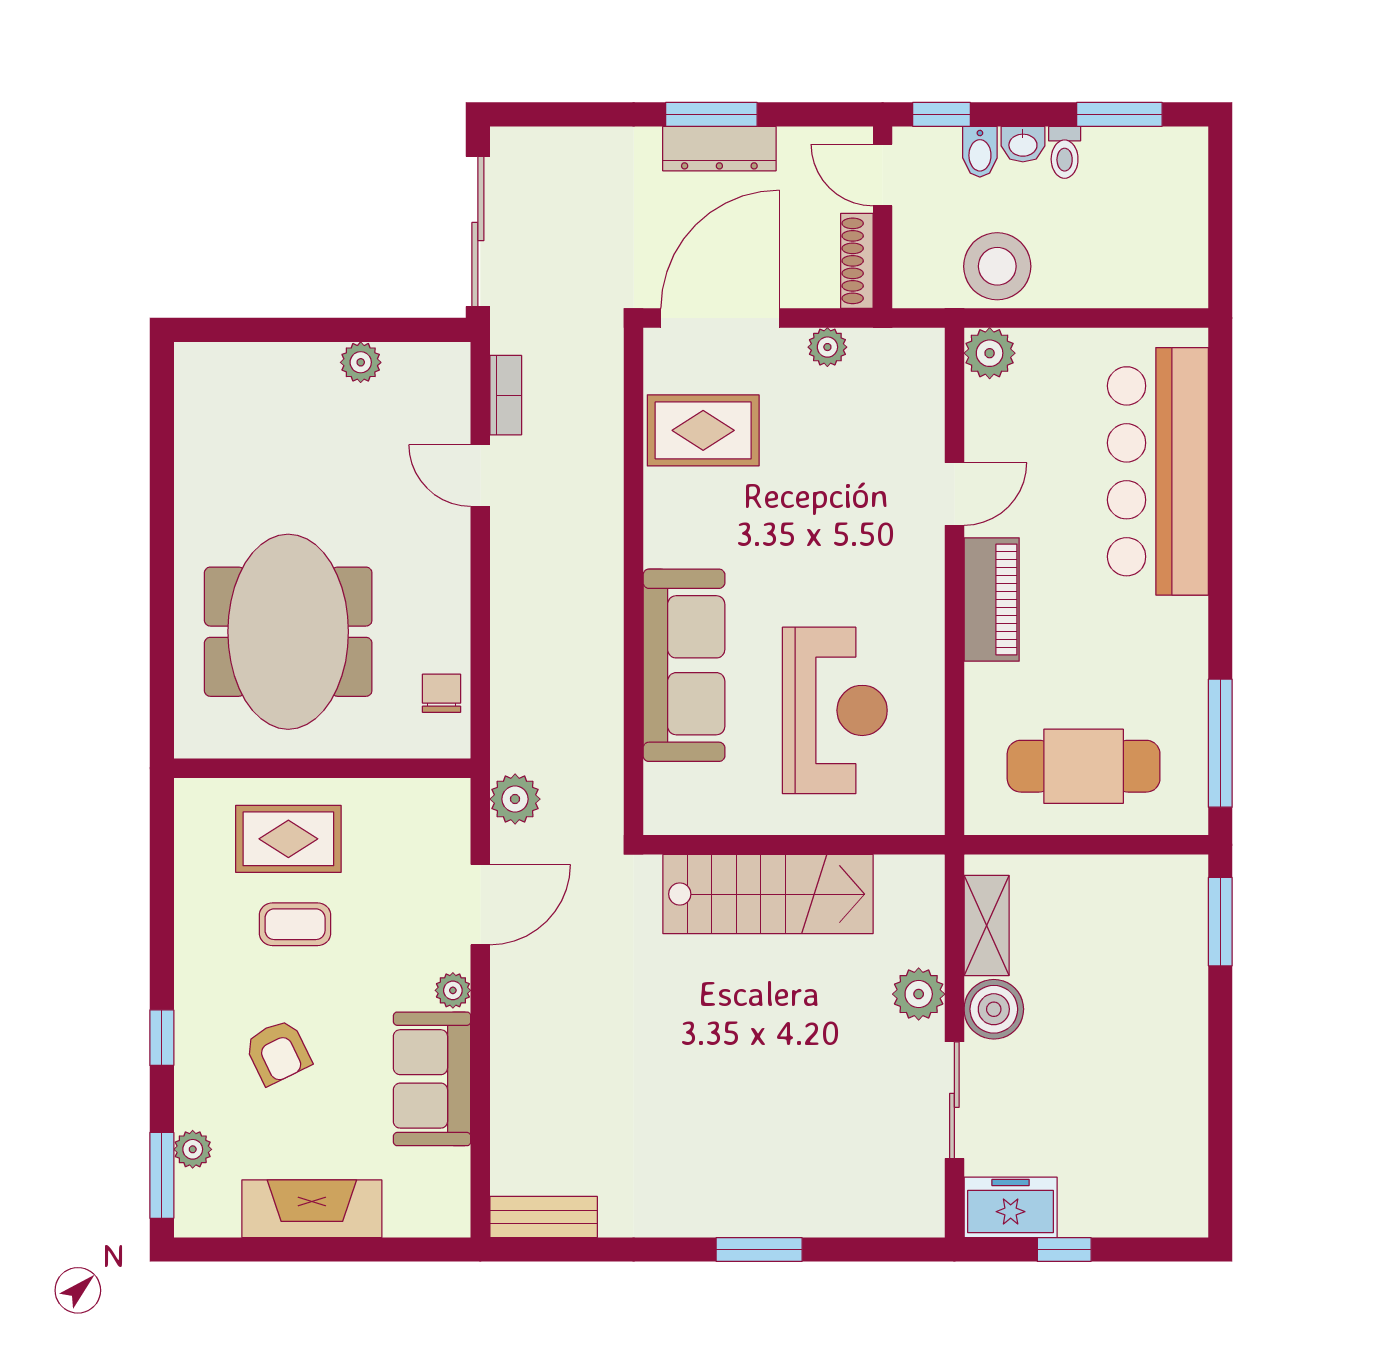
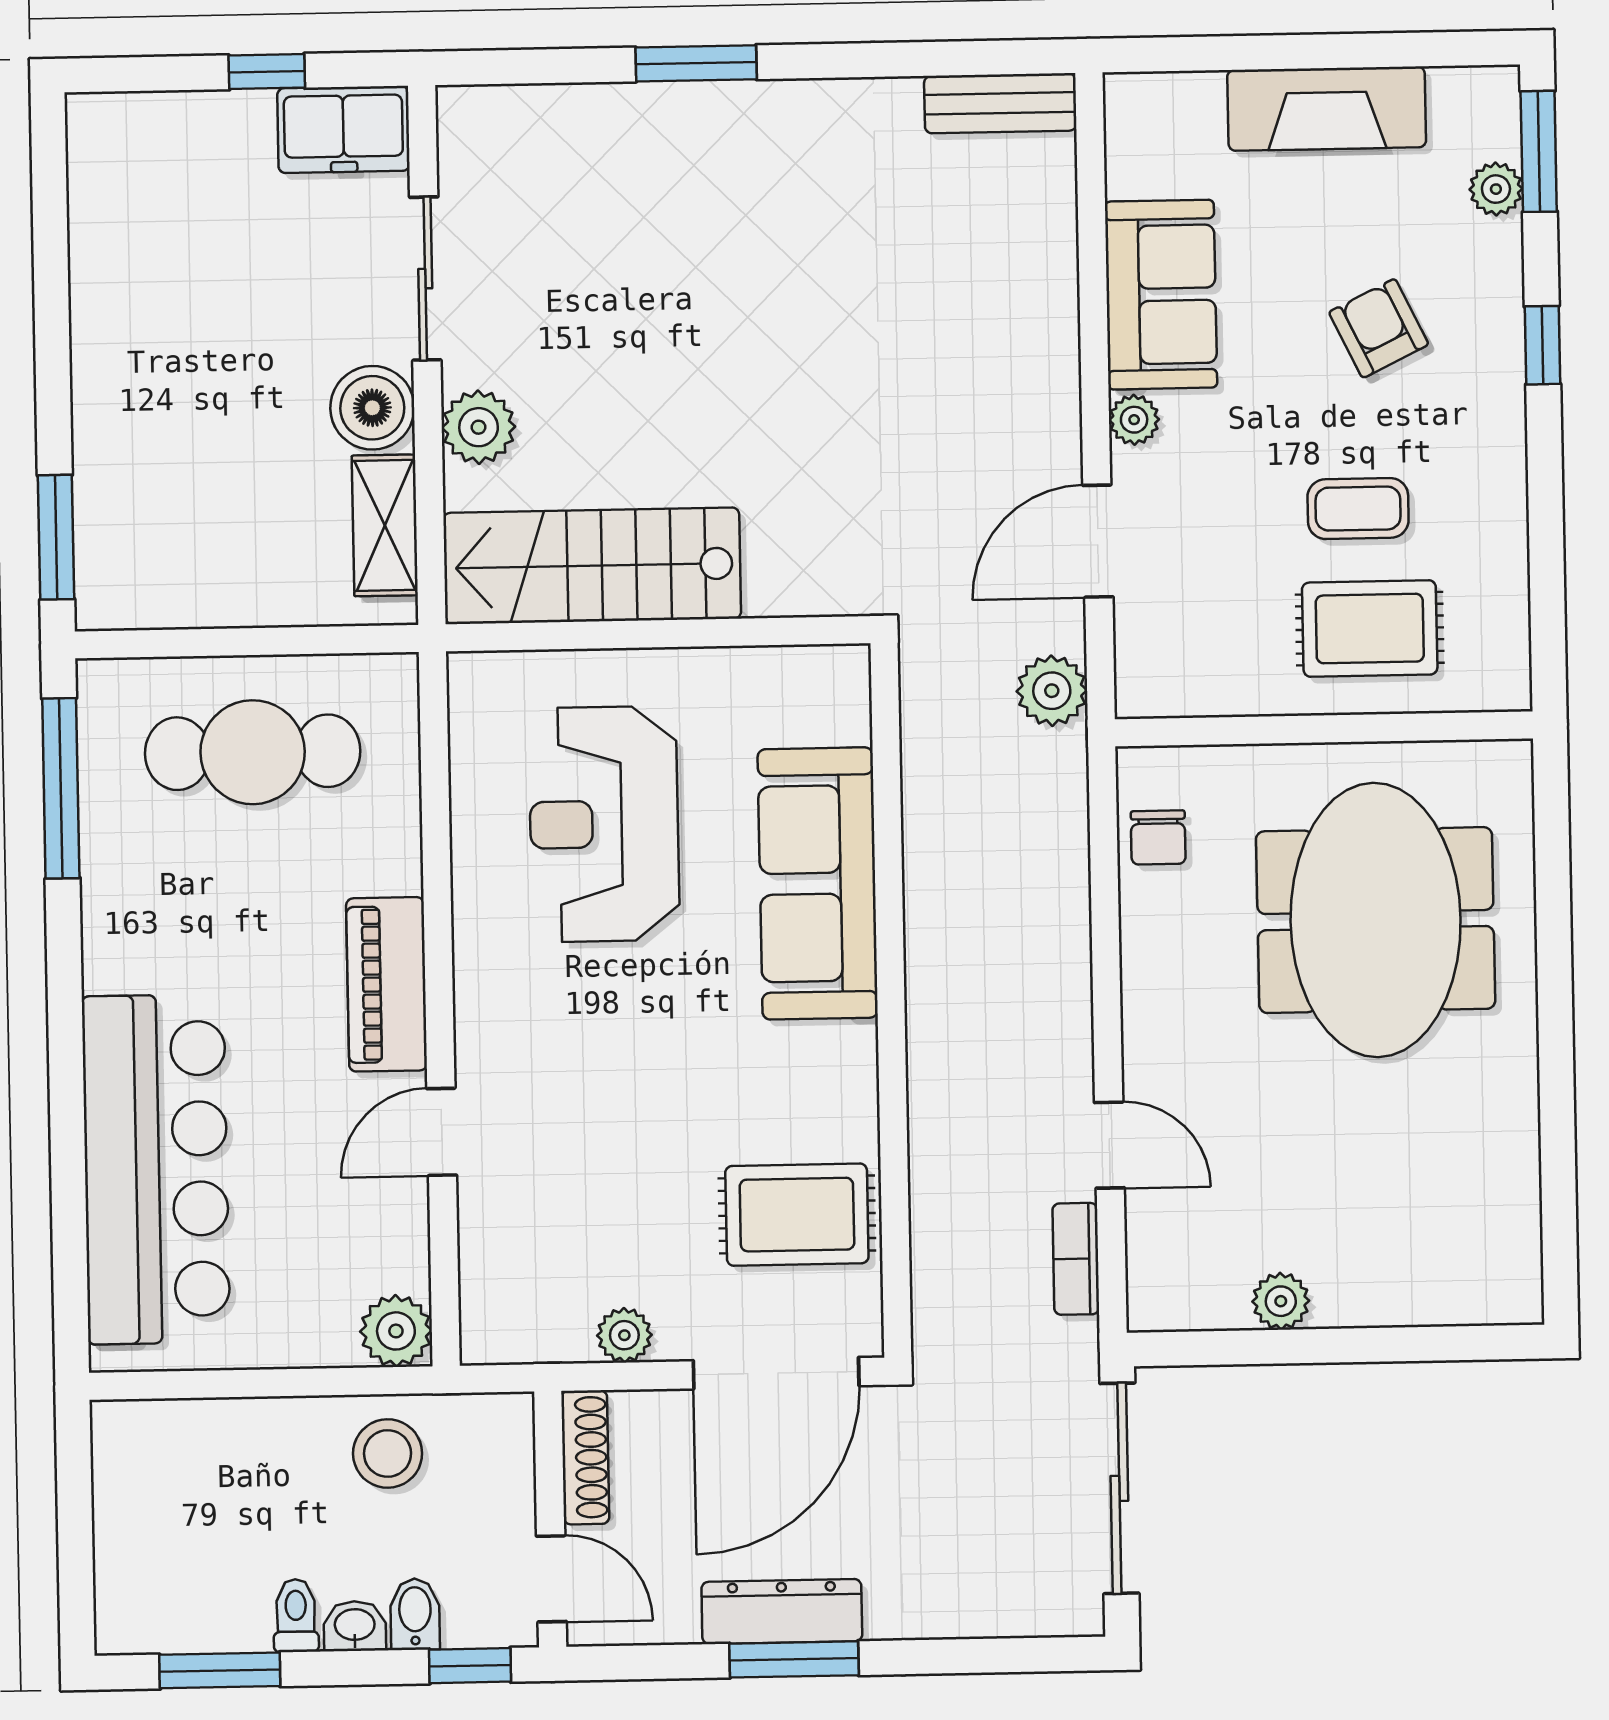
stool: (997, 266) -> (388, 1453), width x0.73, depth x0.73
stairs: (768, 894) -> (592, 566), moved

